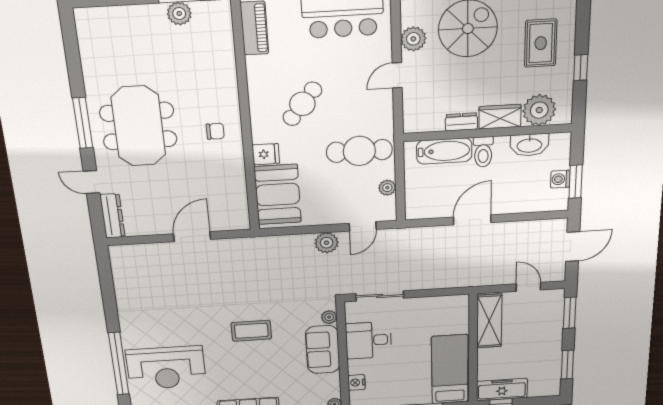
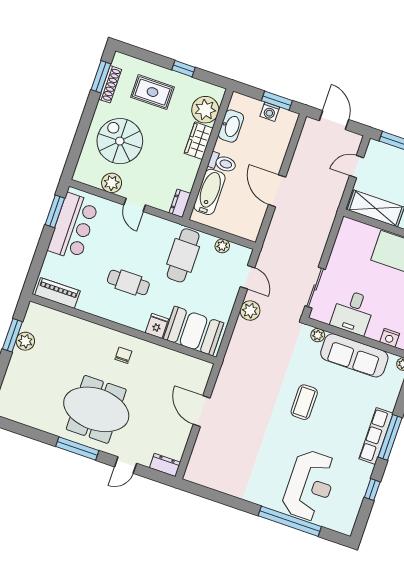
cafe table: (302, 104) -> (128, 282), turned -39
dresser: (461, 122) -> (180, 203), moved
dresser: (112, 216) -> (165, 465), width x0.70
sofa: (323, 350) -> (354, 355), width x1.36

